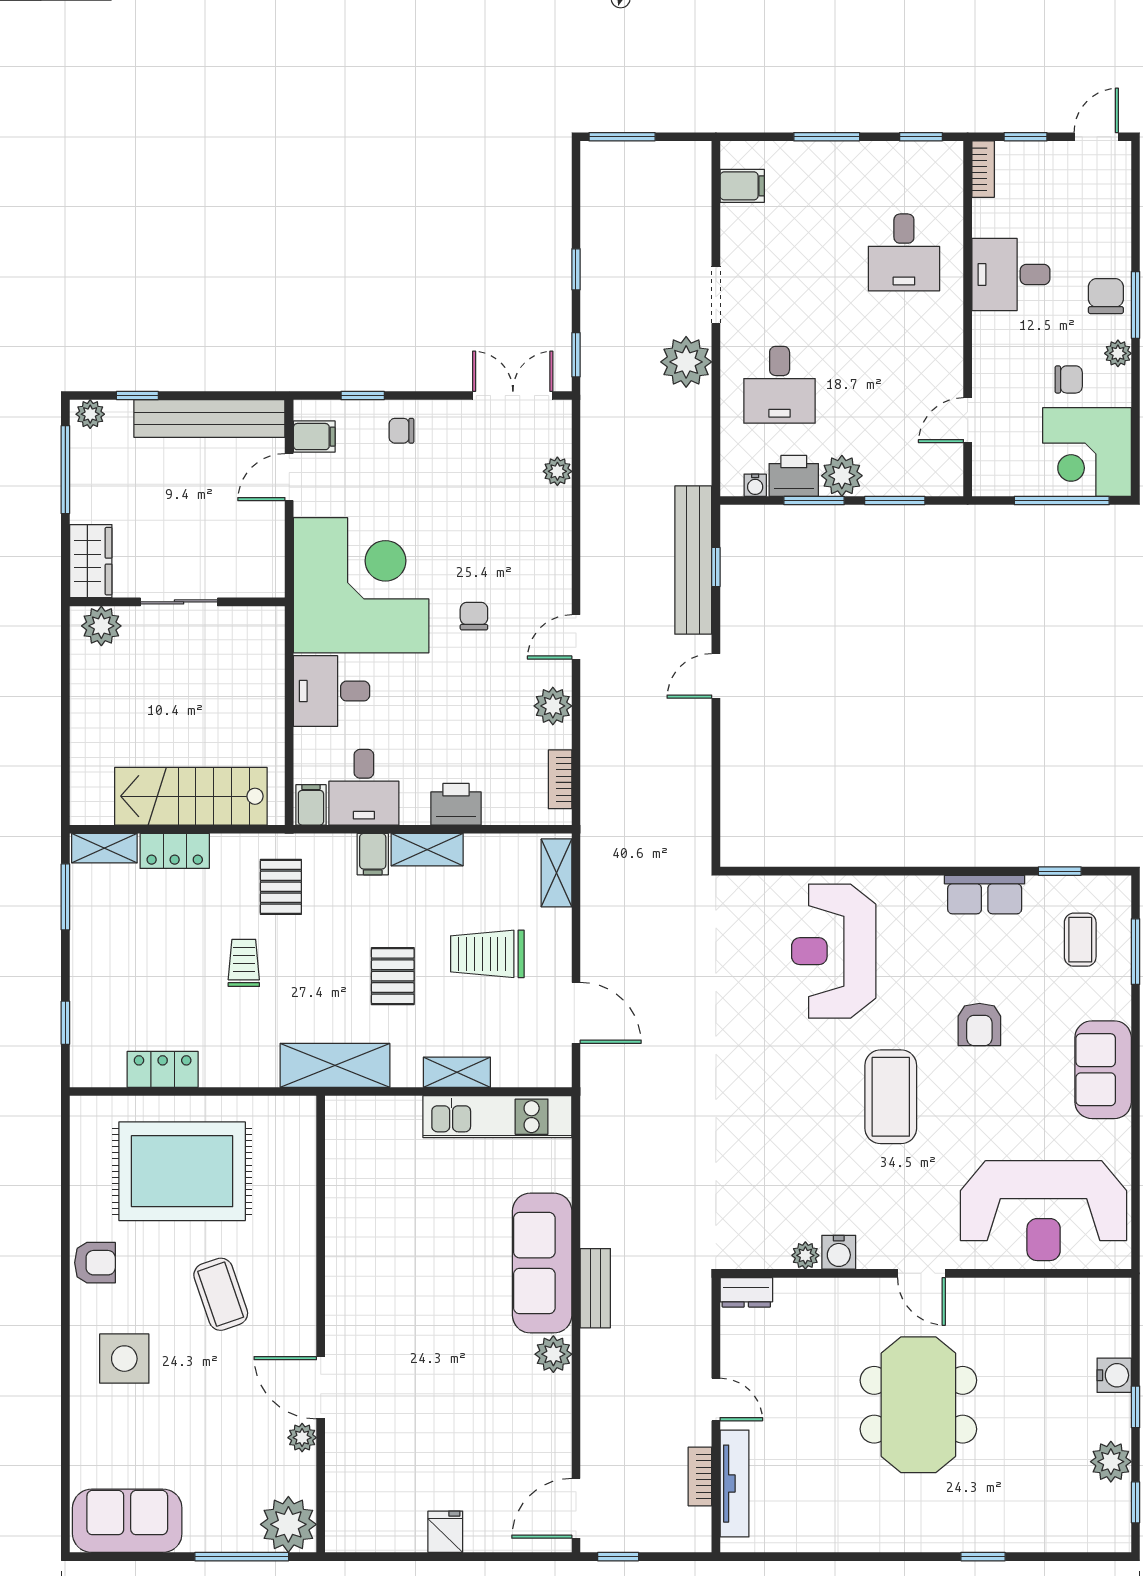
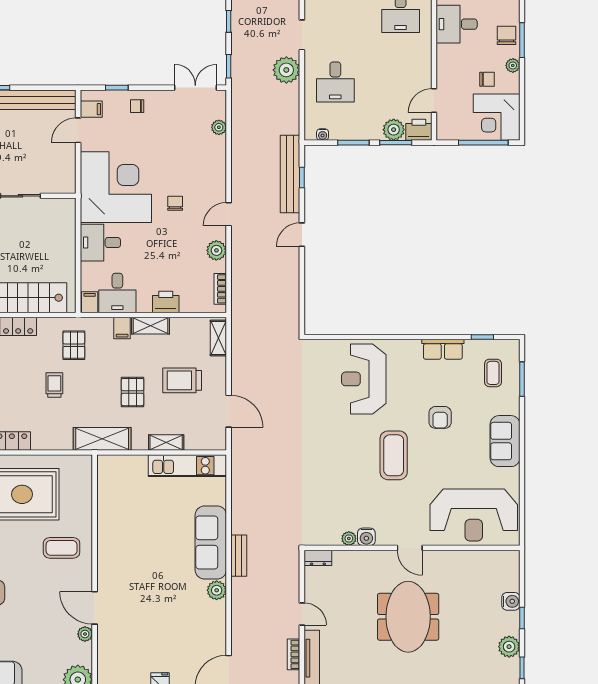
printer: (794, 476) -> (419, 130), moved
plant: (842, 476) -> (394, 130), moved
coffee table: (221, 1294) -> (62, 548), moved, turned -71

